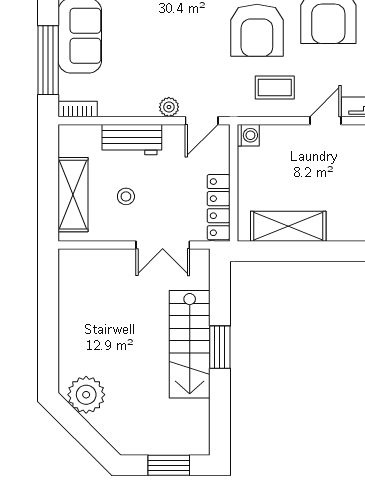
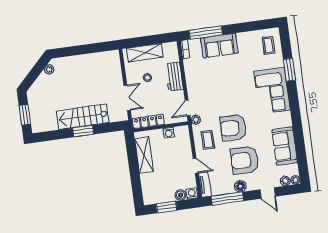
plant: (169, 107) -> (196, 120), moved
door: (202, 121) -> (188, 108), hinge flipped
washing machine: (248, 135) -> (169, 133), moved
double door: (163, 245) -> (127, 98), swing flipped
plant: (86, 395) -> (49, 69), width x0.53, depth x0.53

